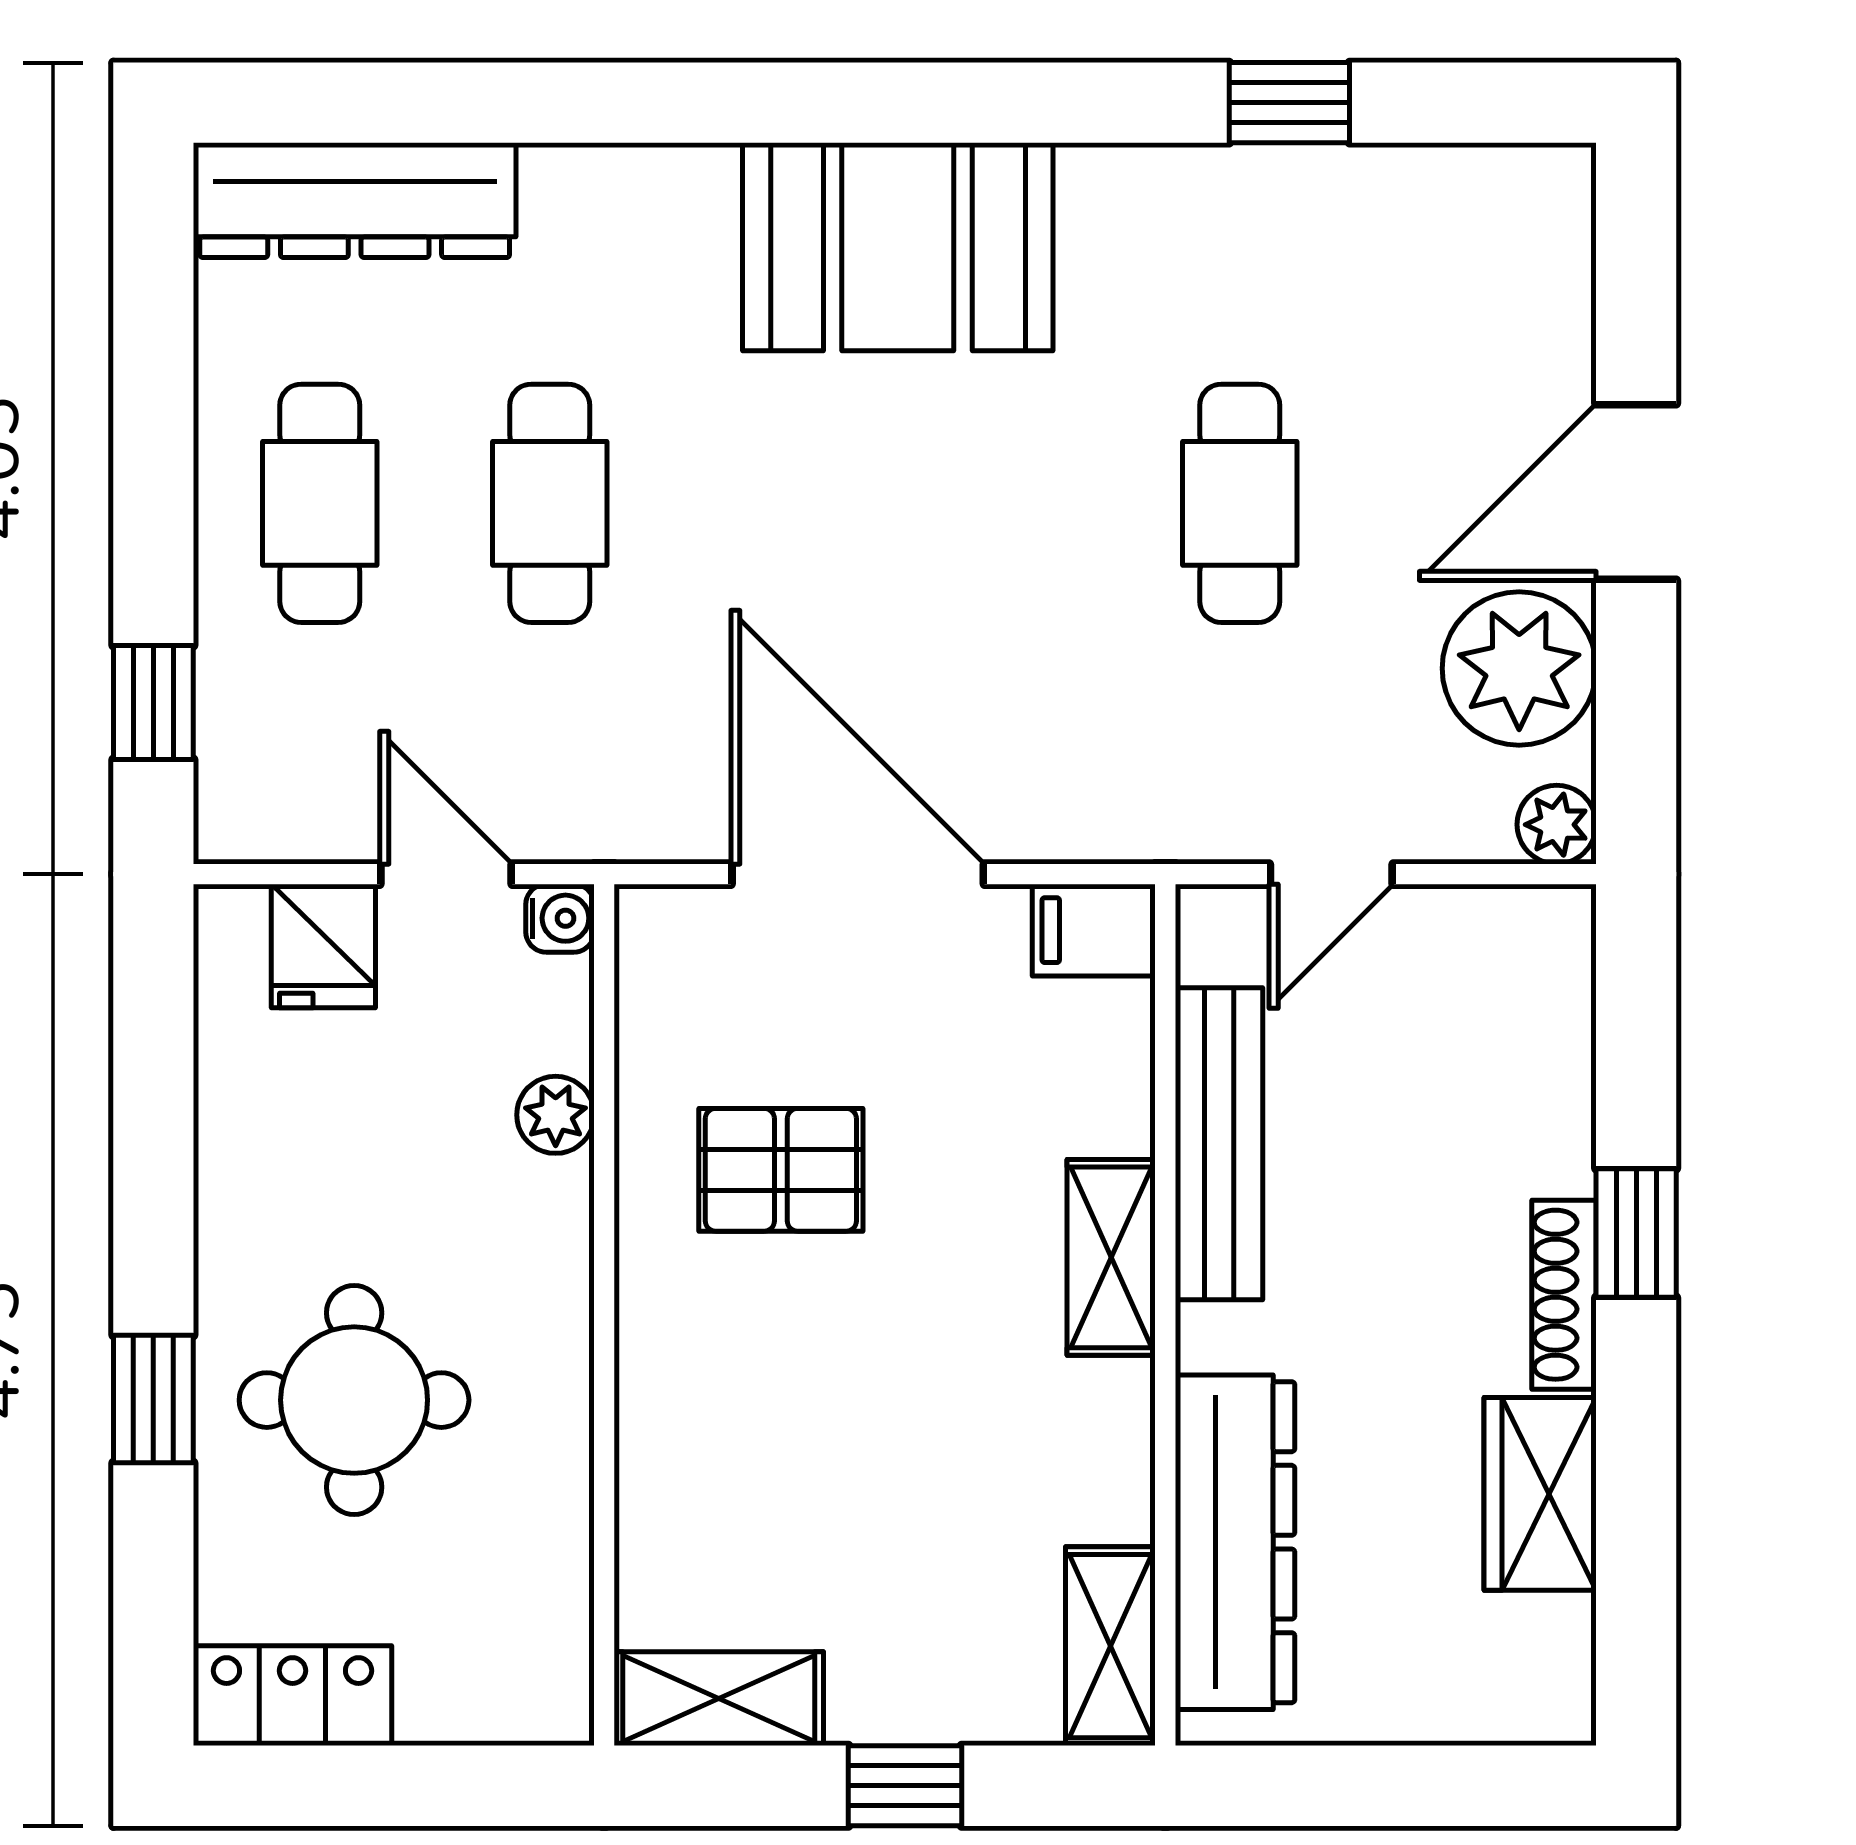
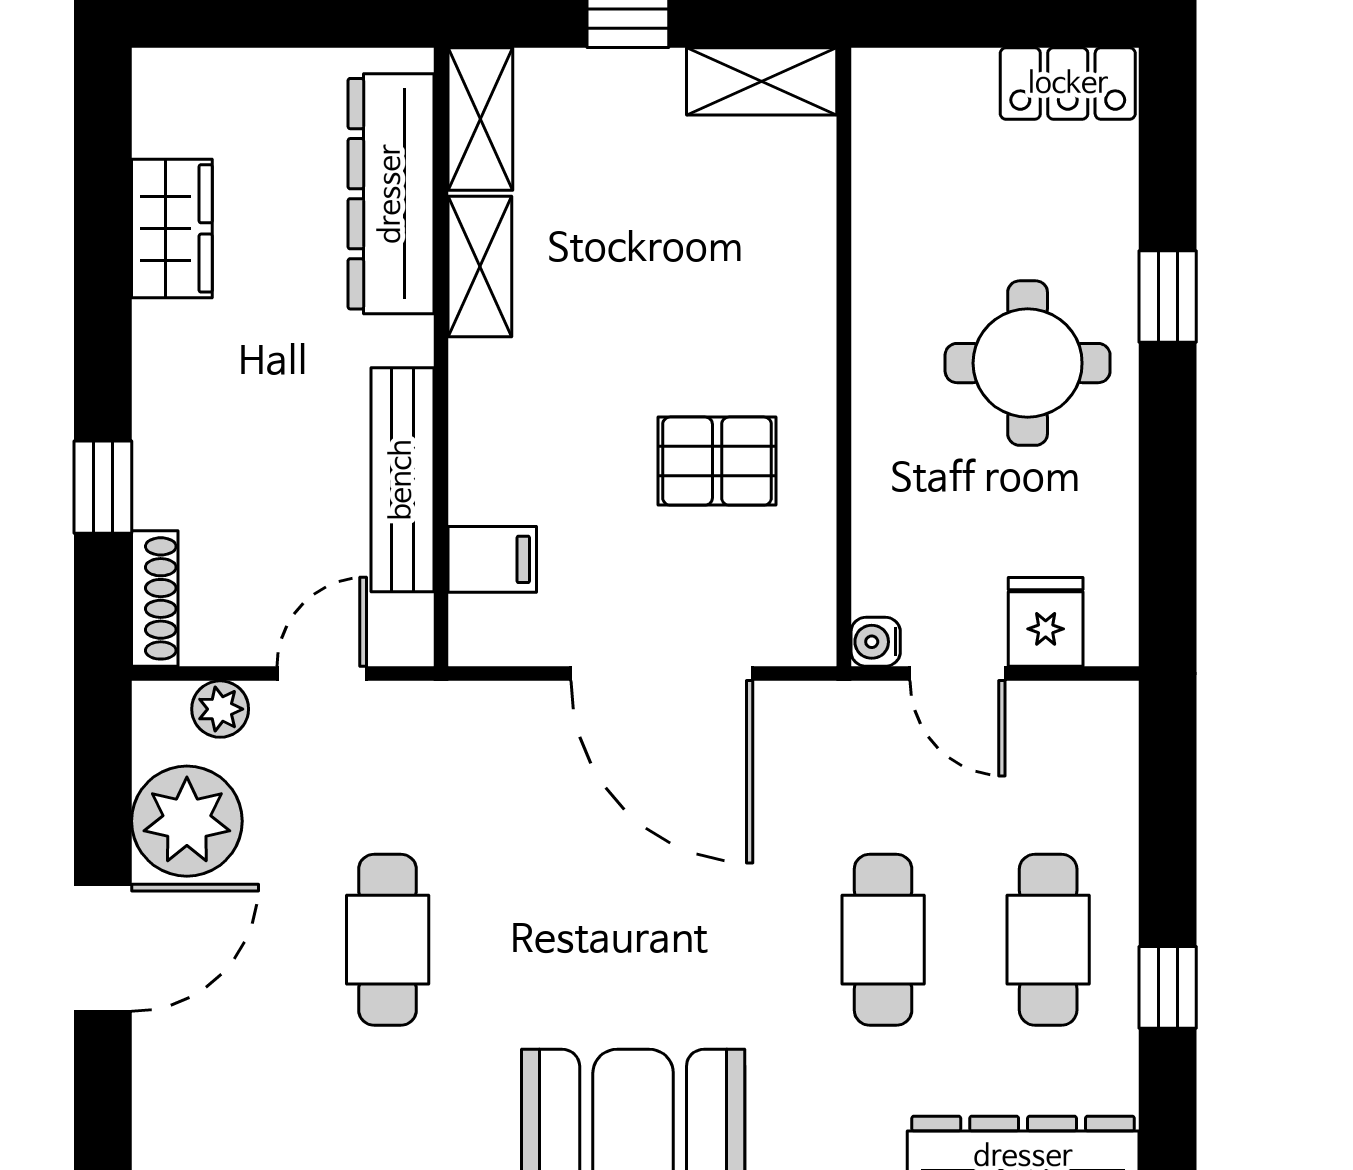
window: (153, 702) -> (1168, 987), moved
plant: (1557, 825) -> (220, 709), moved
filing cabinet: (1094, 930) -> (492, 559), moved
plant: (556, 1115) -> (879, 501), removed
window: (1636, 1233) -> (103, 487), moved
shelving: (1111, 1257) -> (480, 267), moved
shoe rack: (1564, 1295) -> (155, 598), moved
round table: (354, 1400) -> (1028, 363), moved

